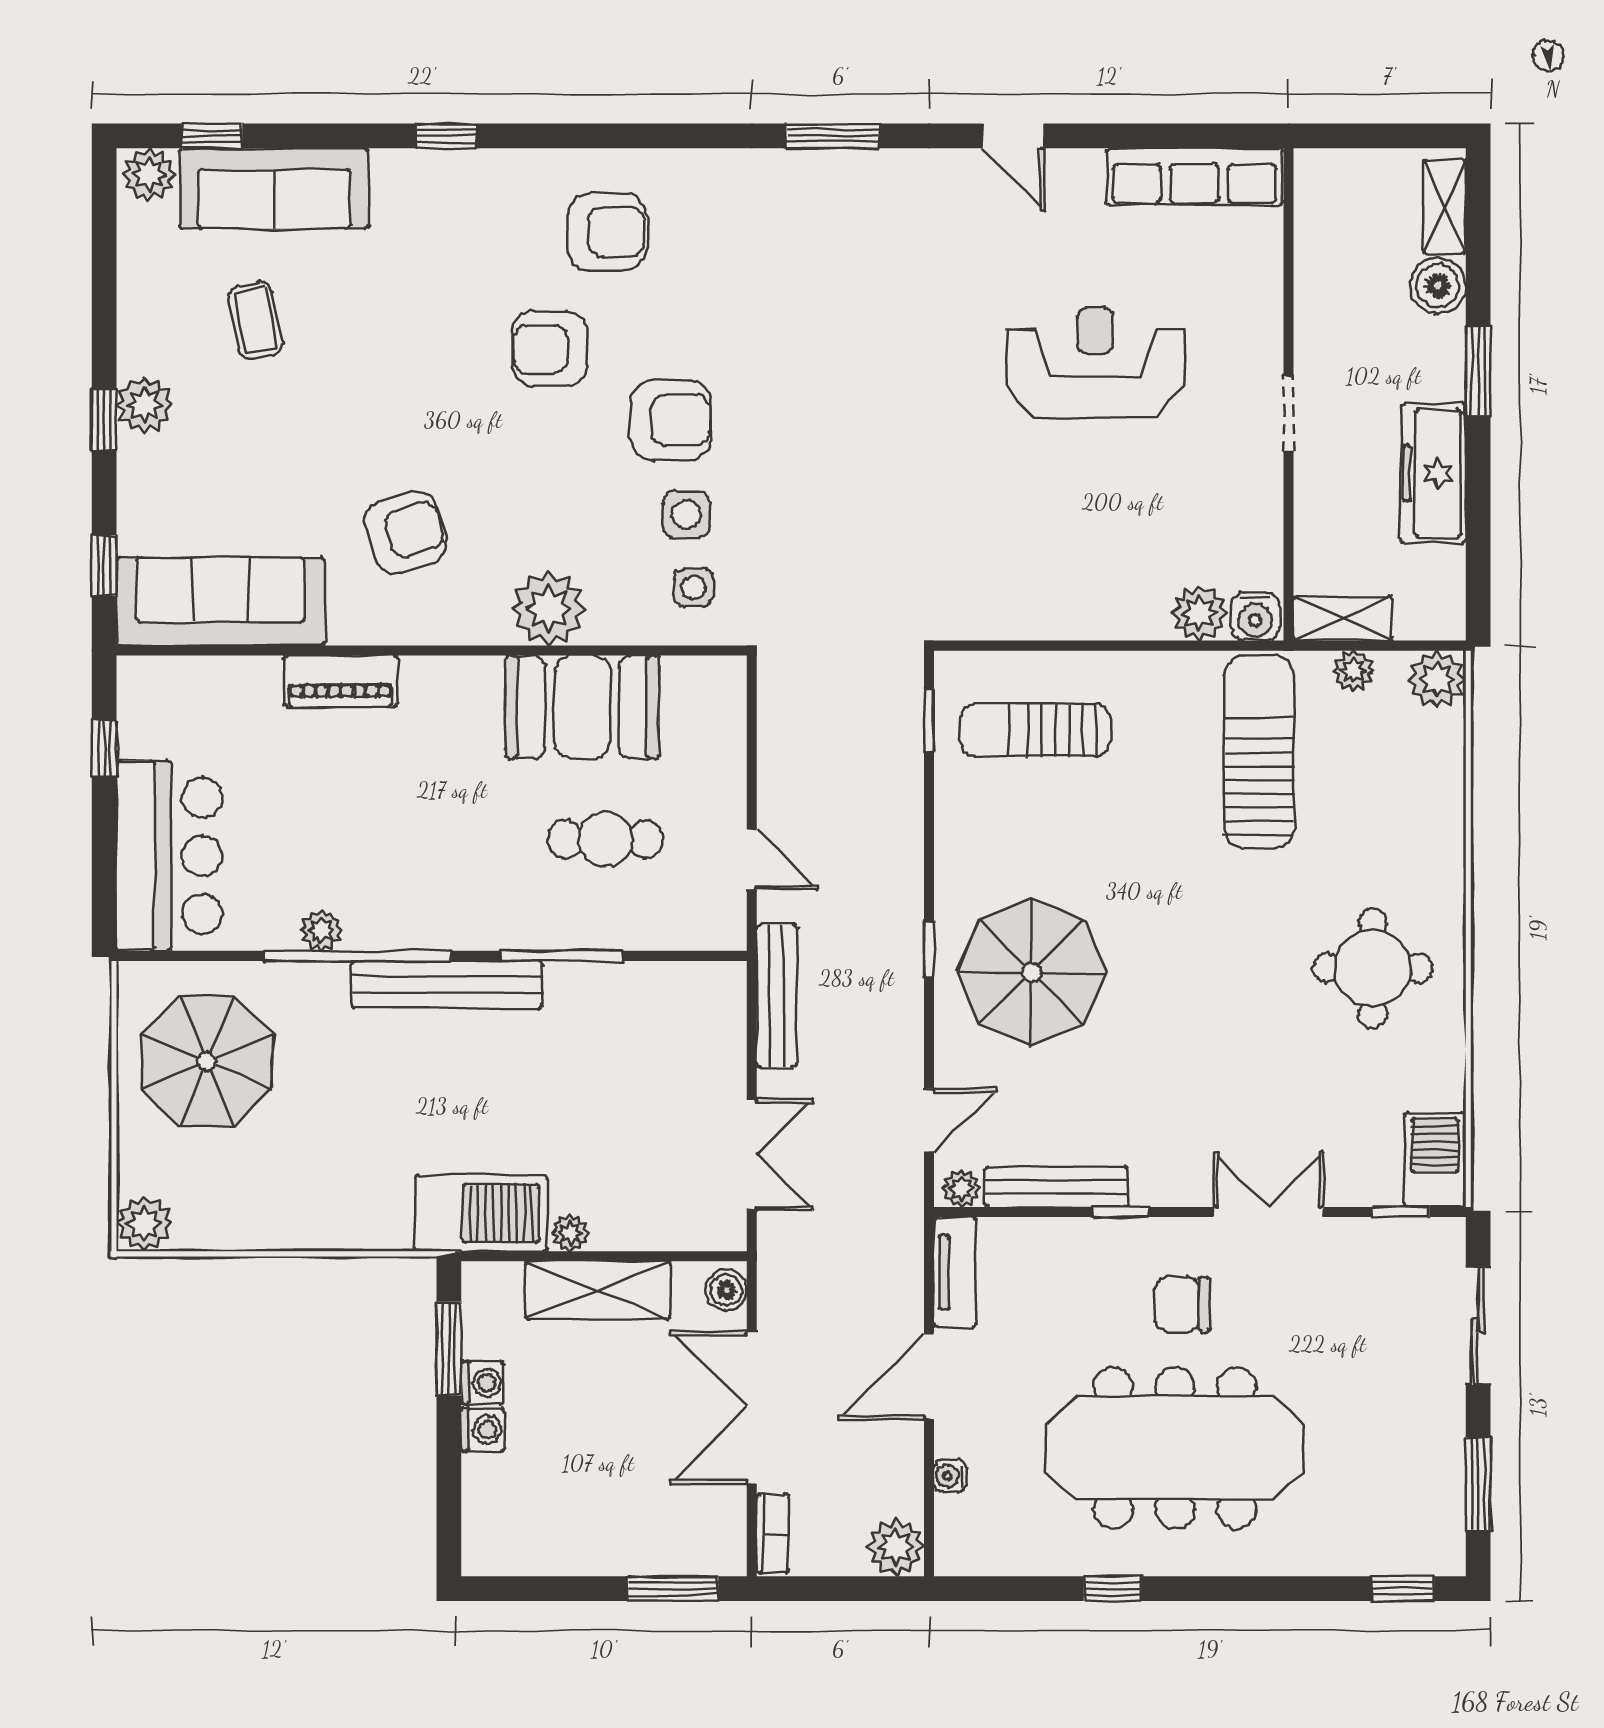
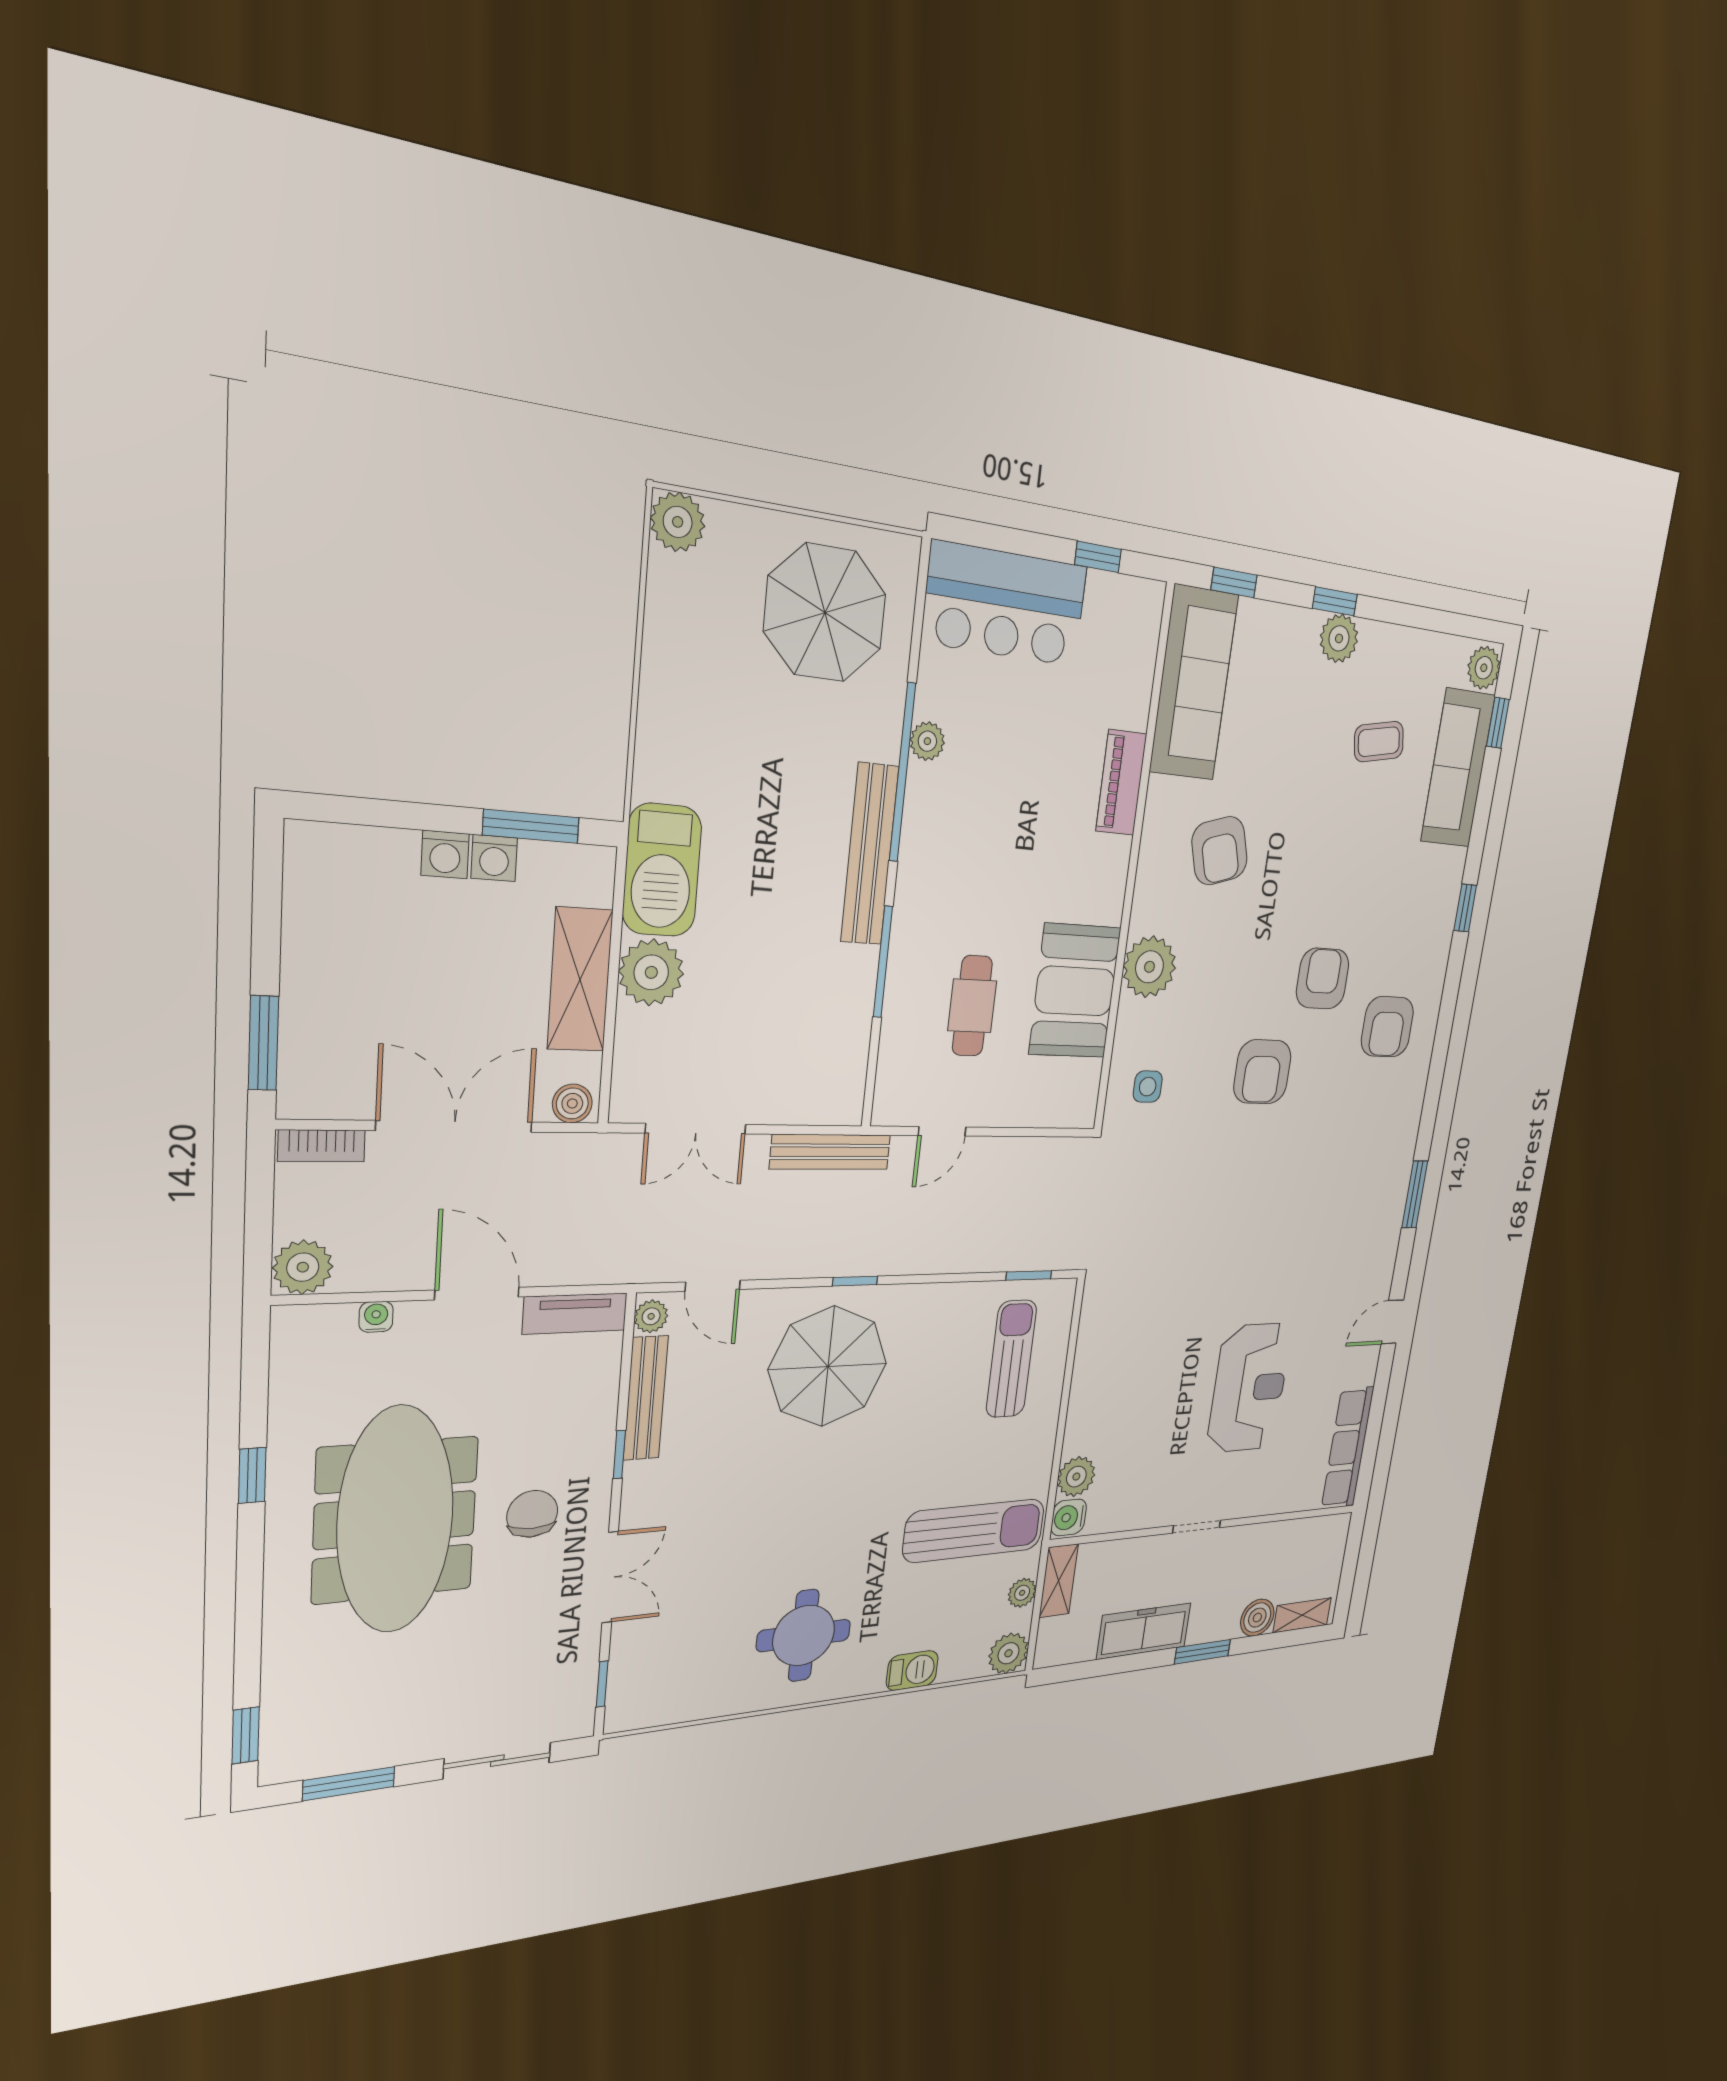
side table: (687, 515) -> (1198, 1082), removed
barbecue: (1435, 1160) -> (912, 1670), moved, width x0.73, depth x0.79
plant: (570, 1233) -> (651, 972), width x1.88, depth x1.88

